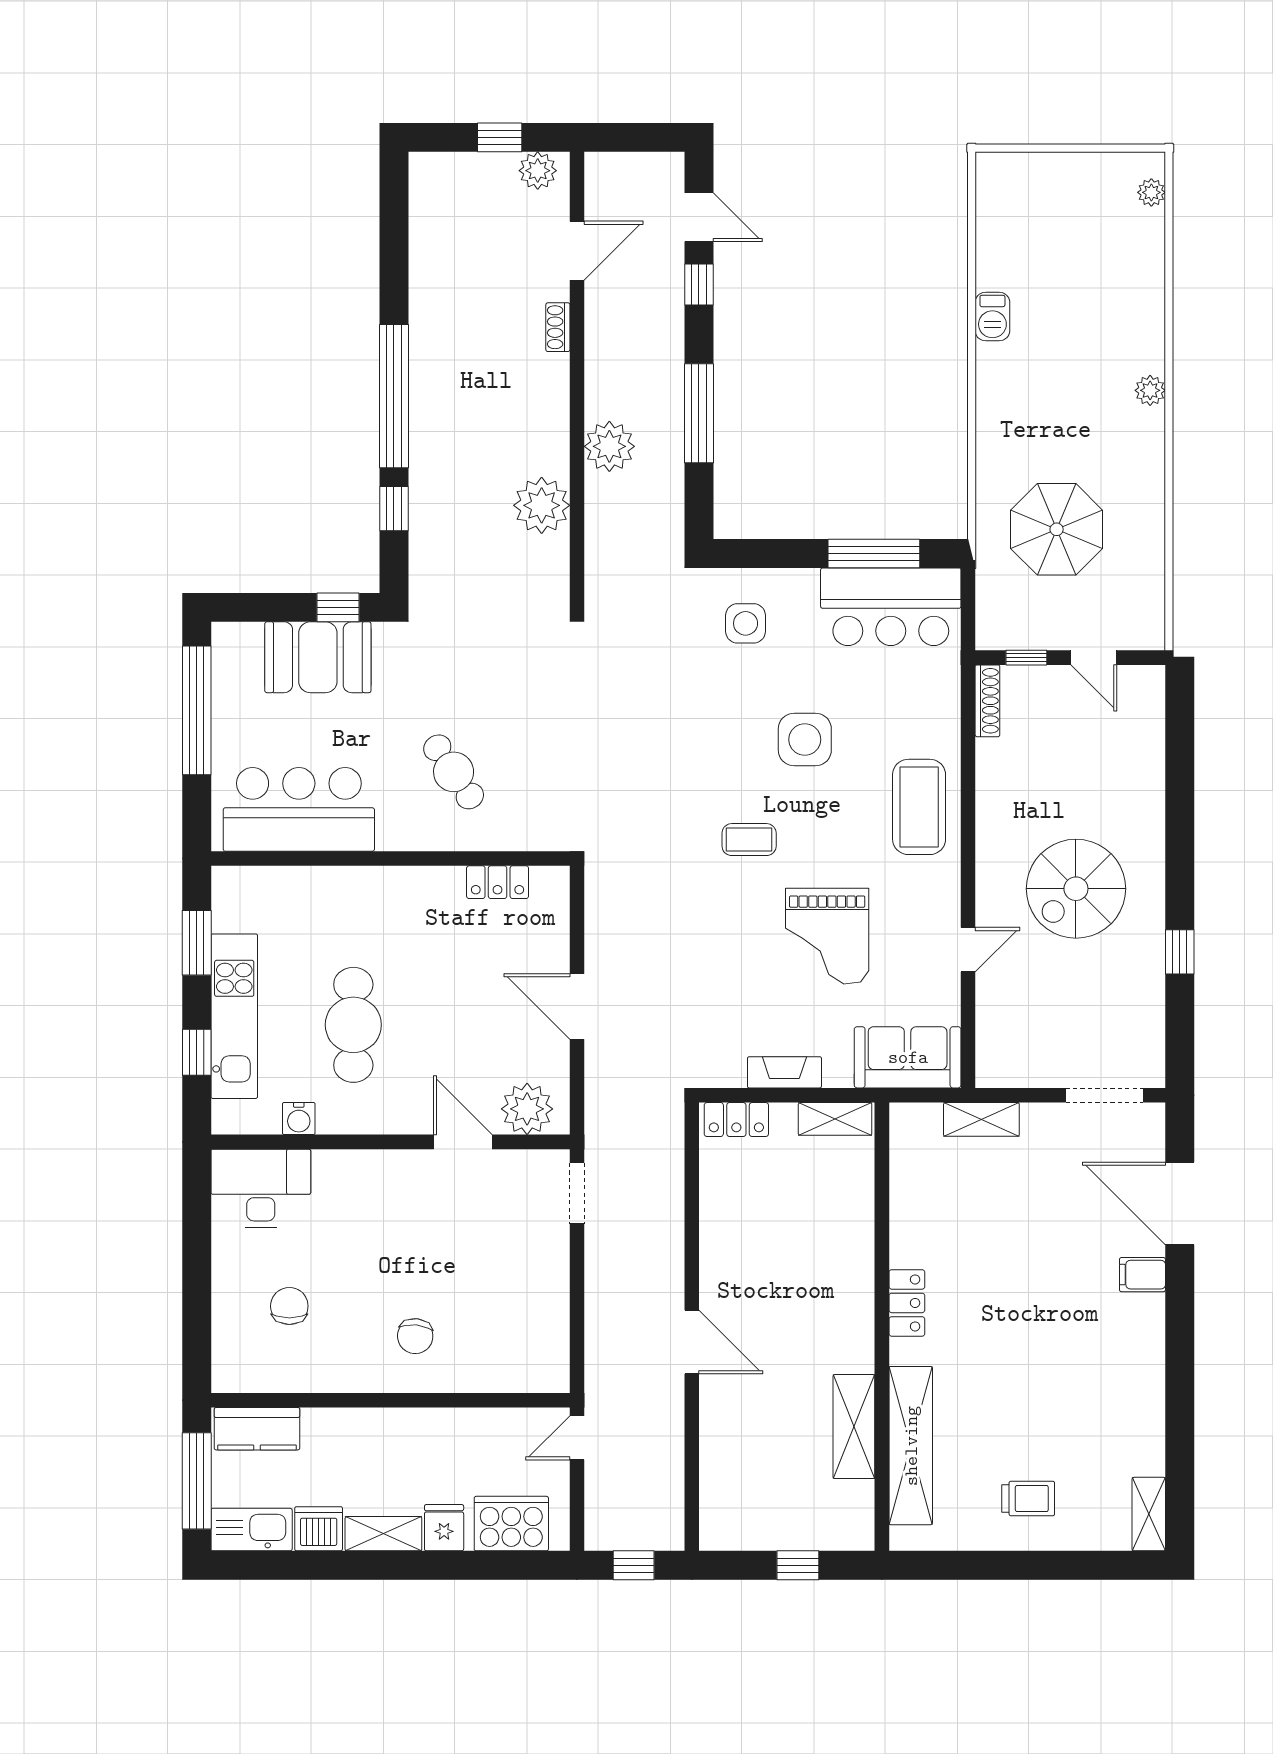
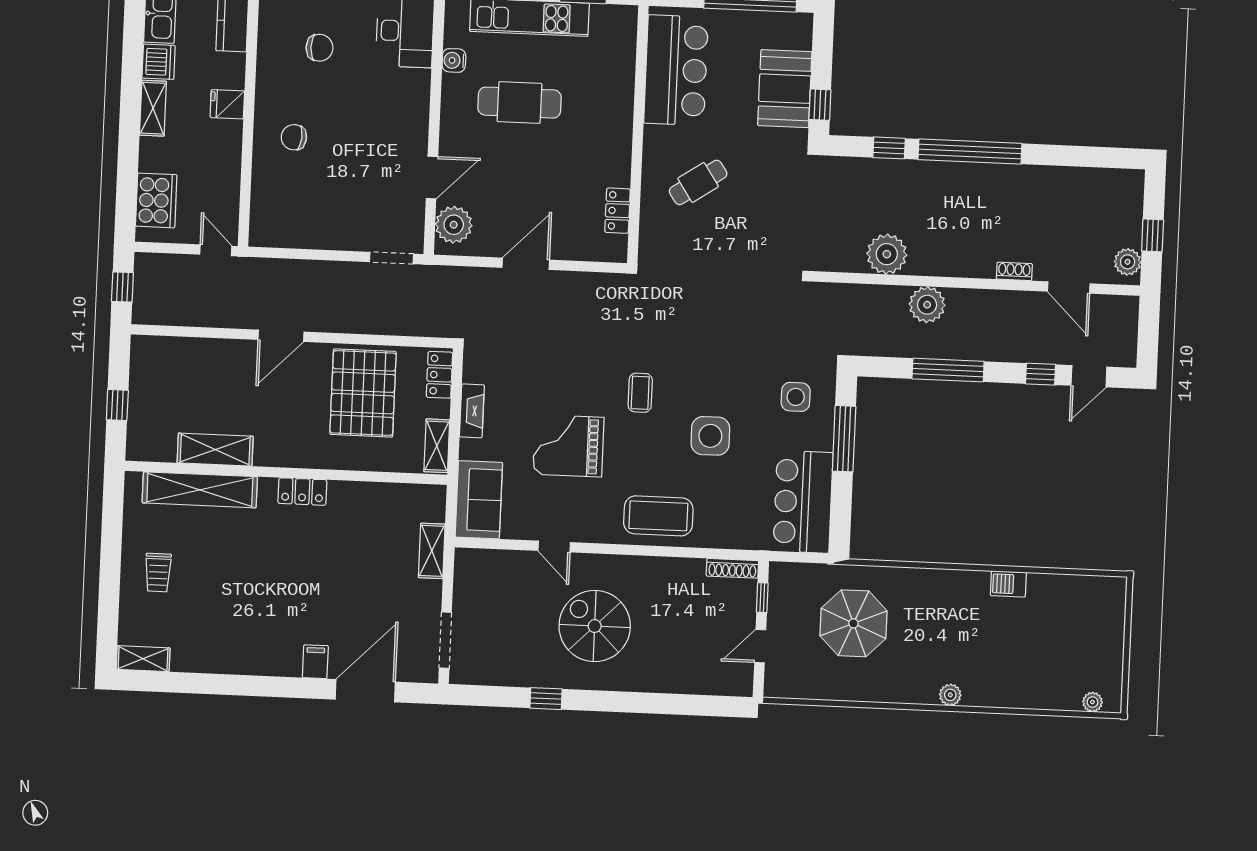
window: (874, 554) -> (844, 439), moved
pallet: (766, 1225) -> (363, 393), added
fridge: (444, 1528) -> (227, 104), moved, turned 180

